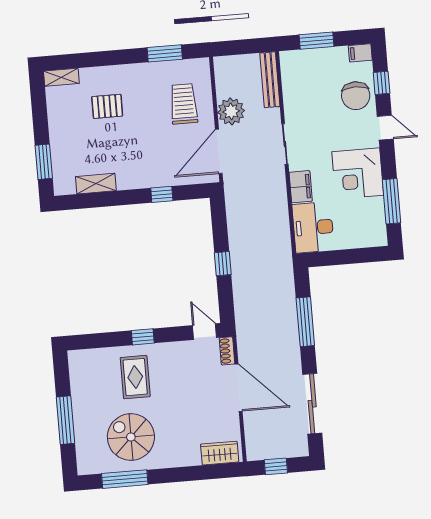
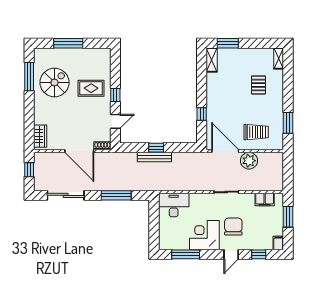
bench: (270, 80) -> (154, 157), moved
chair: (356, 96) -> (233, 227), moved, turned 90
shelving: (96, 184) -> (212, 60), moved
filing cabinet: (301, 187) -> (265, 199), moved
door: (205, 332) -> (115, 121), moved
door: (239, 388) -> (79, 151), hinge flipped

